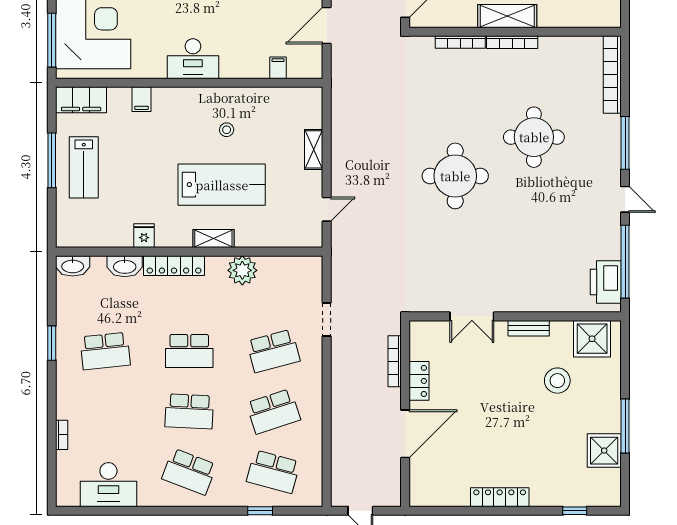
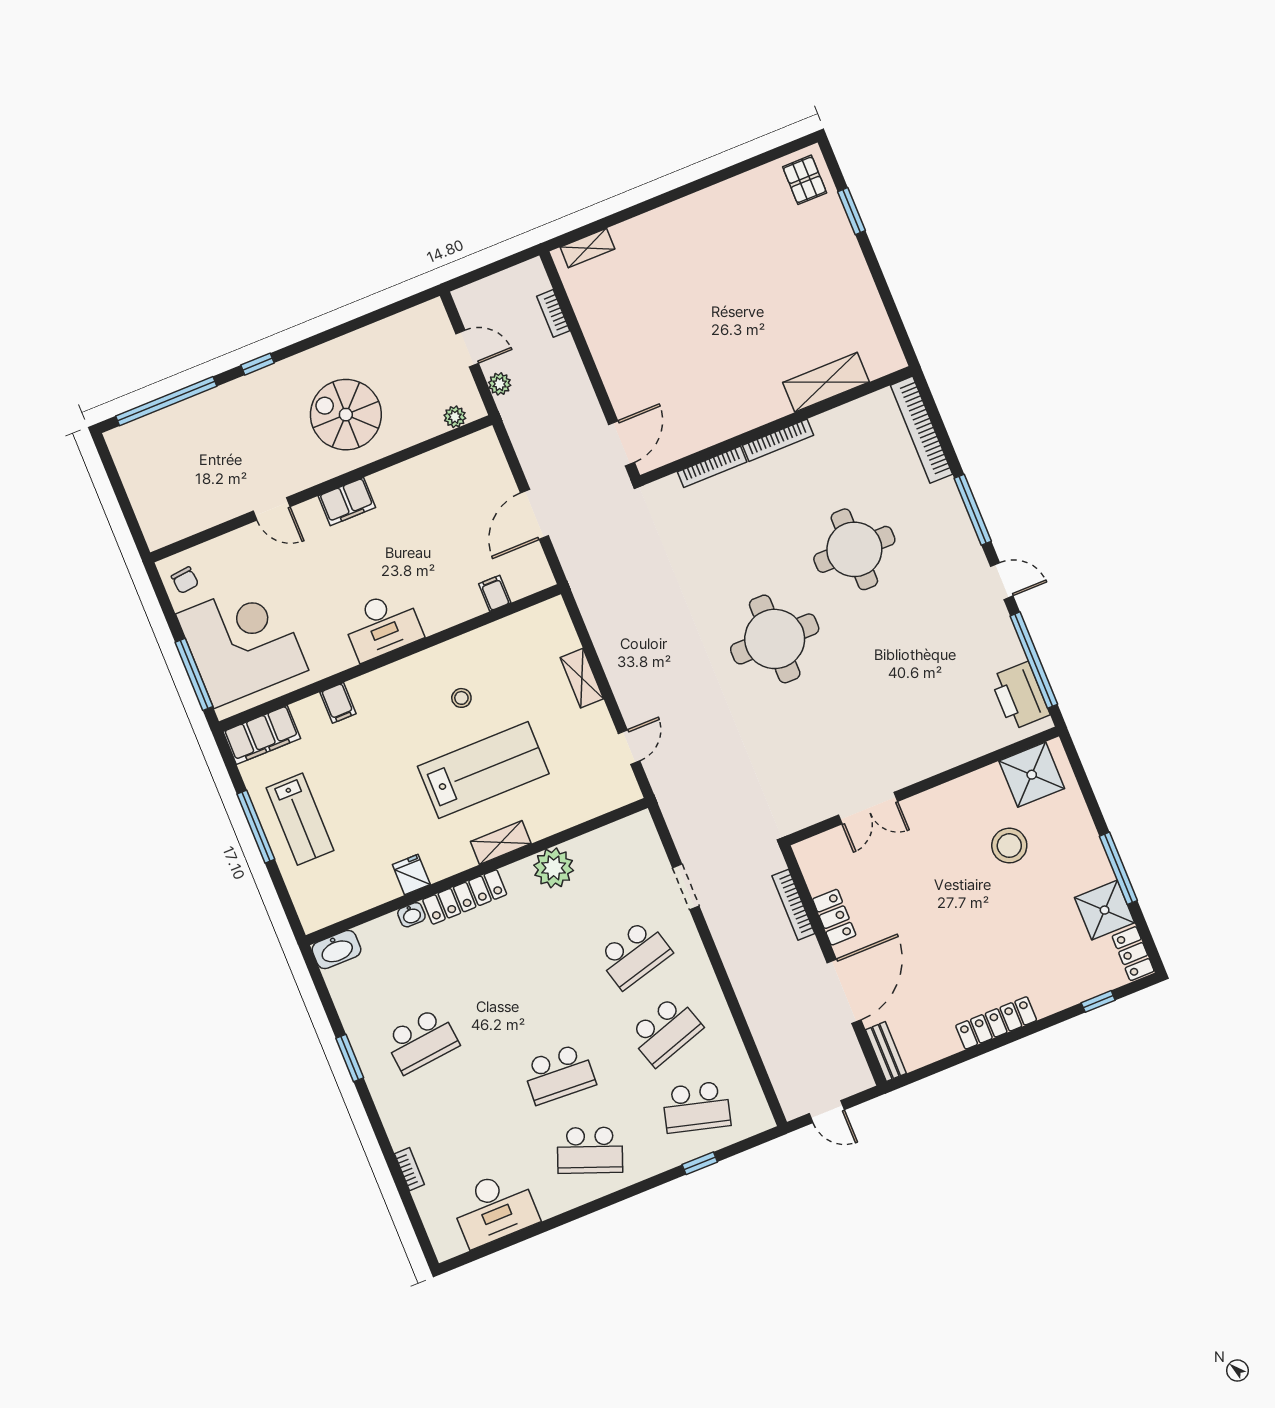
shelving: (507, 16) -> (826, 382), moved
washbasin: (125, 266) -> (411, 915), width x0.52, depth x0.69
bench: (529, 328) -> (886, 1052), moved, turned 90
school desk: (189, 351) -> (528, 997), removed
locker: (612, 488) -> (1133, 954), added

